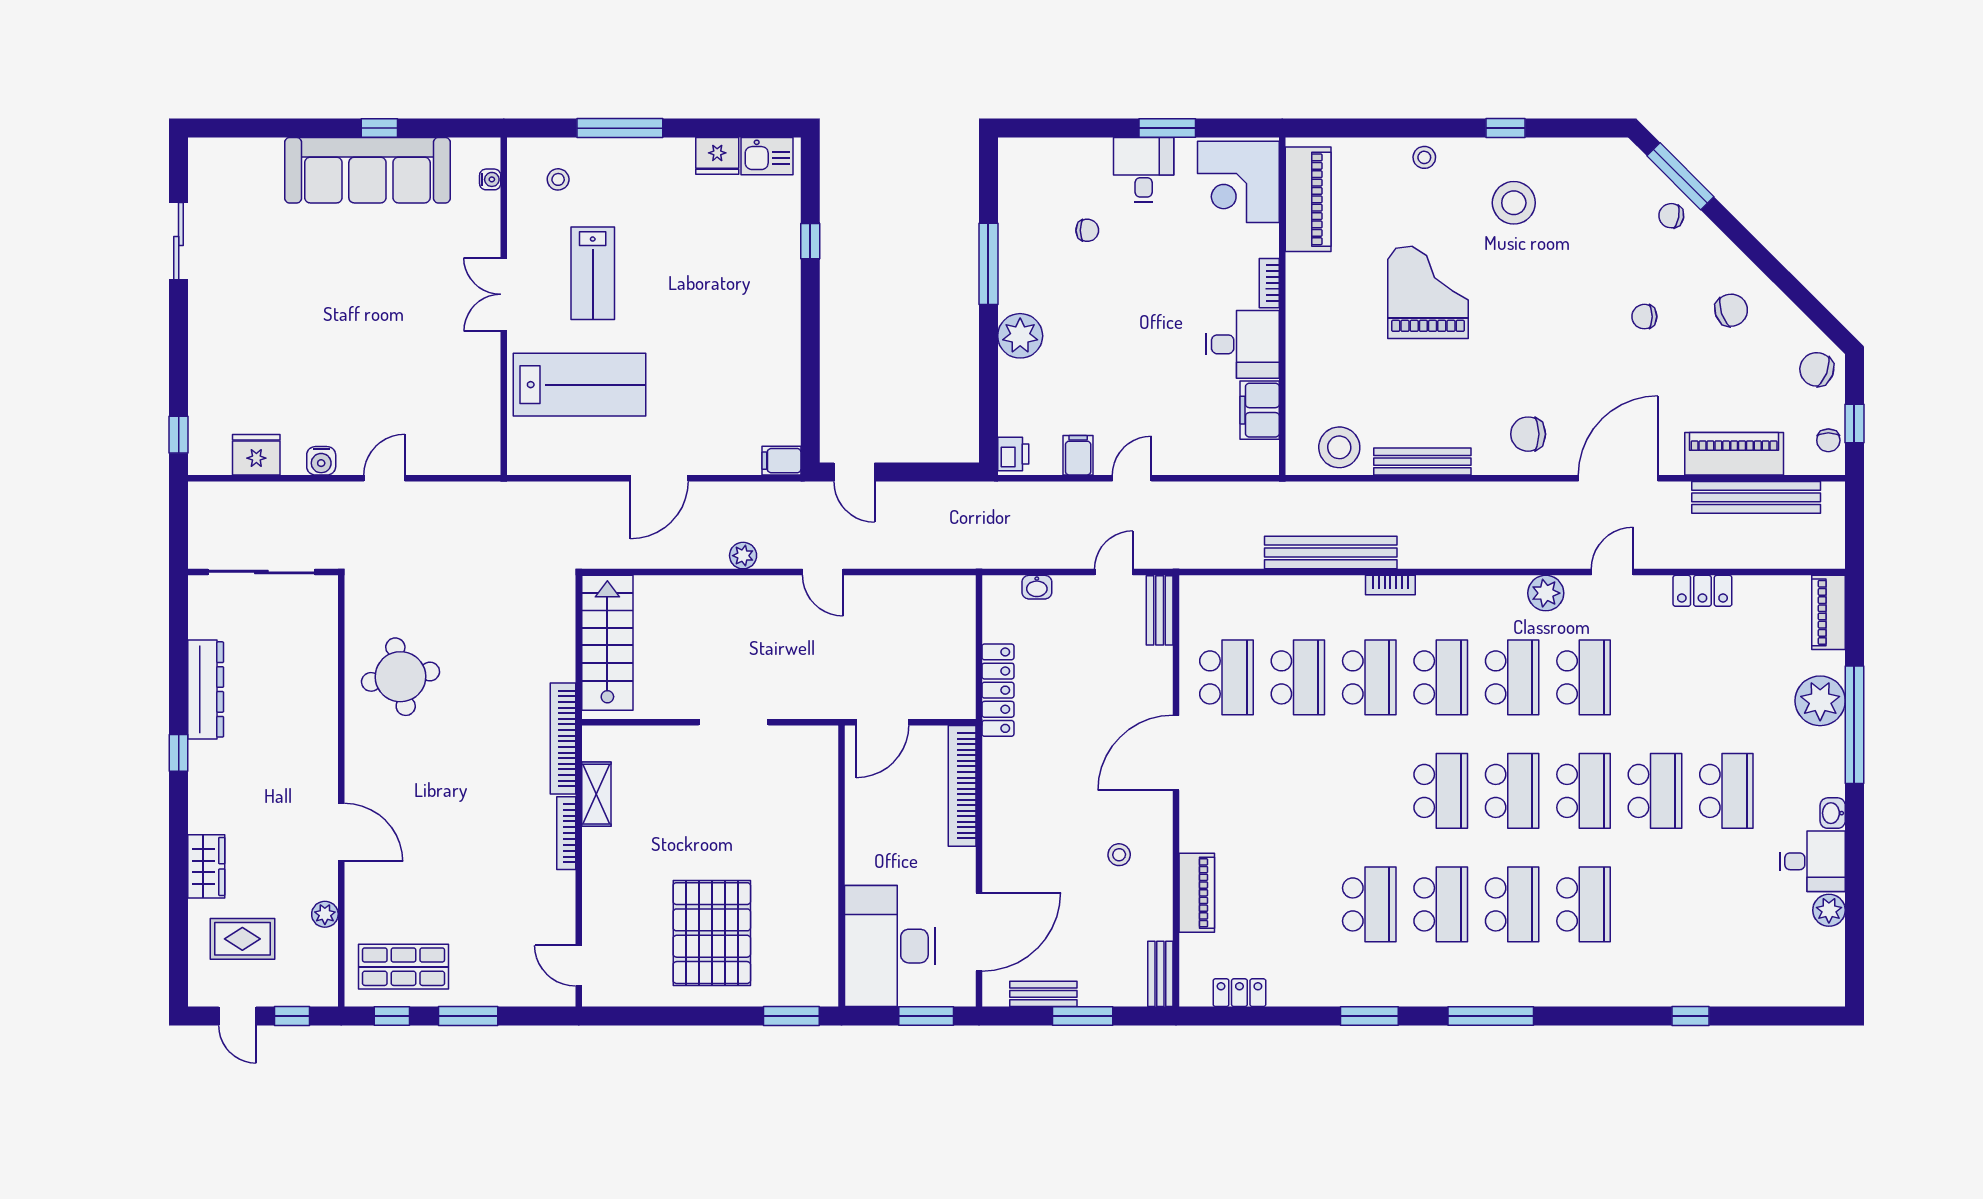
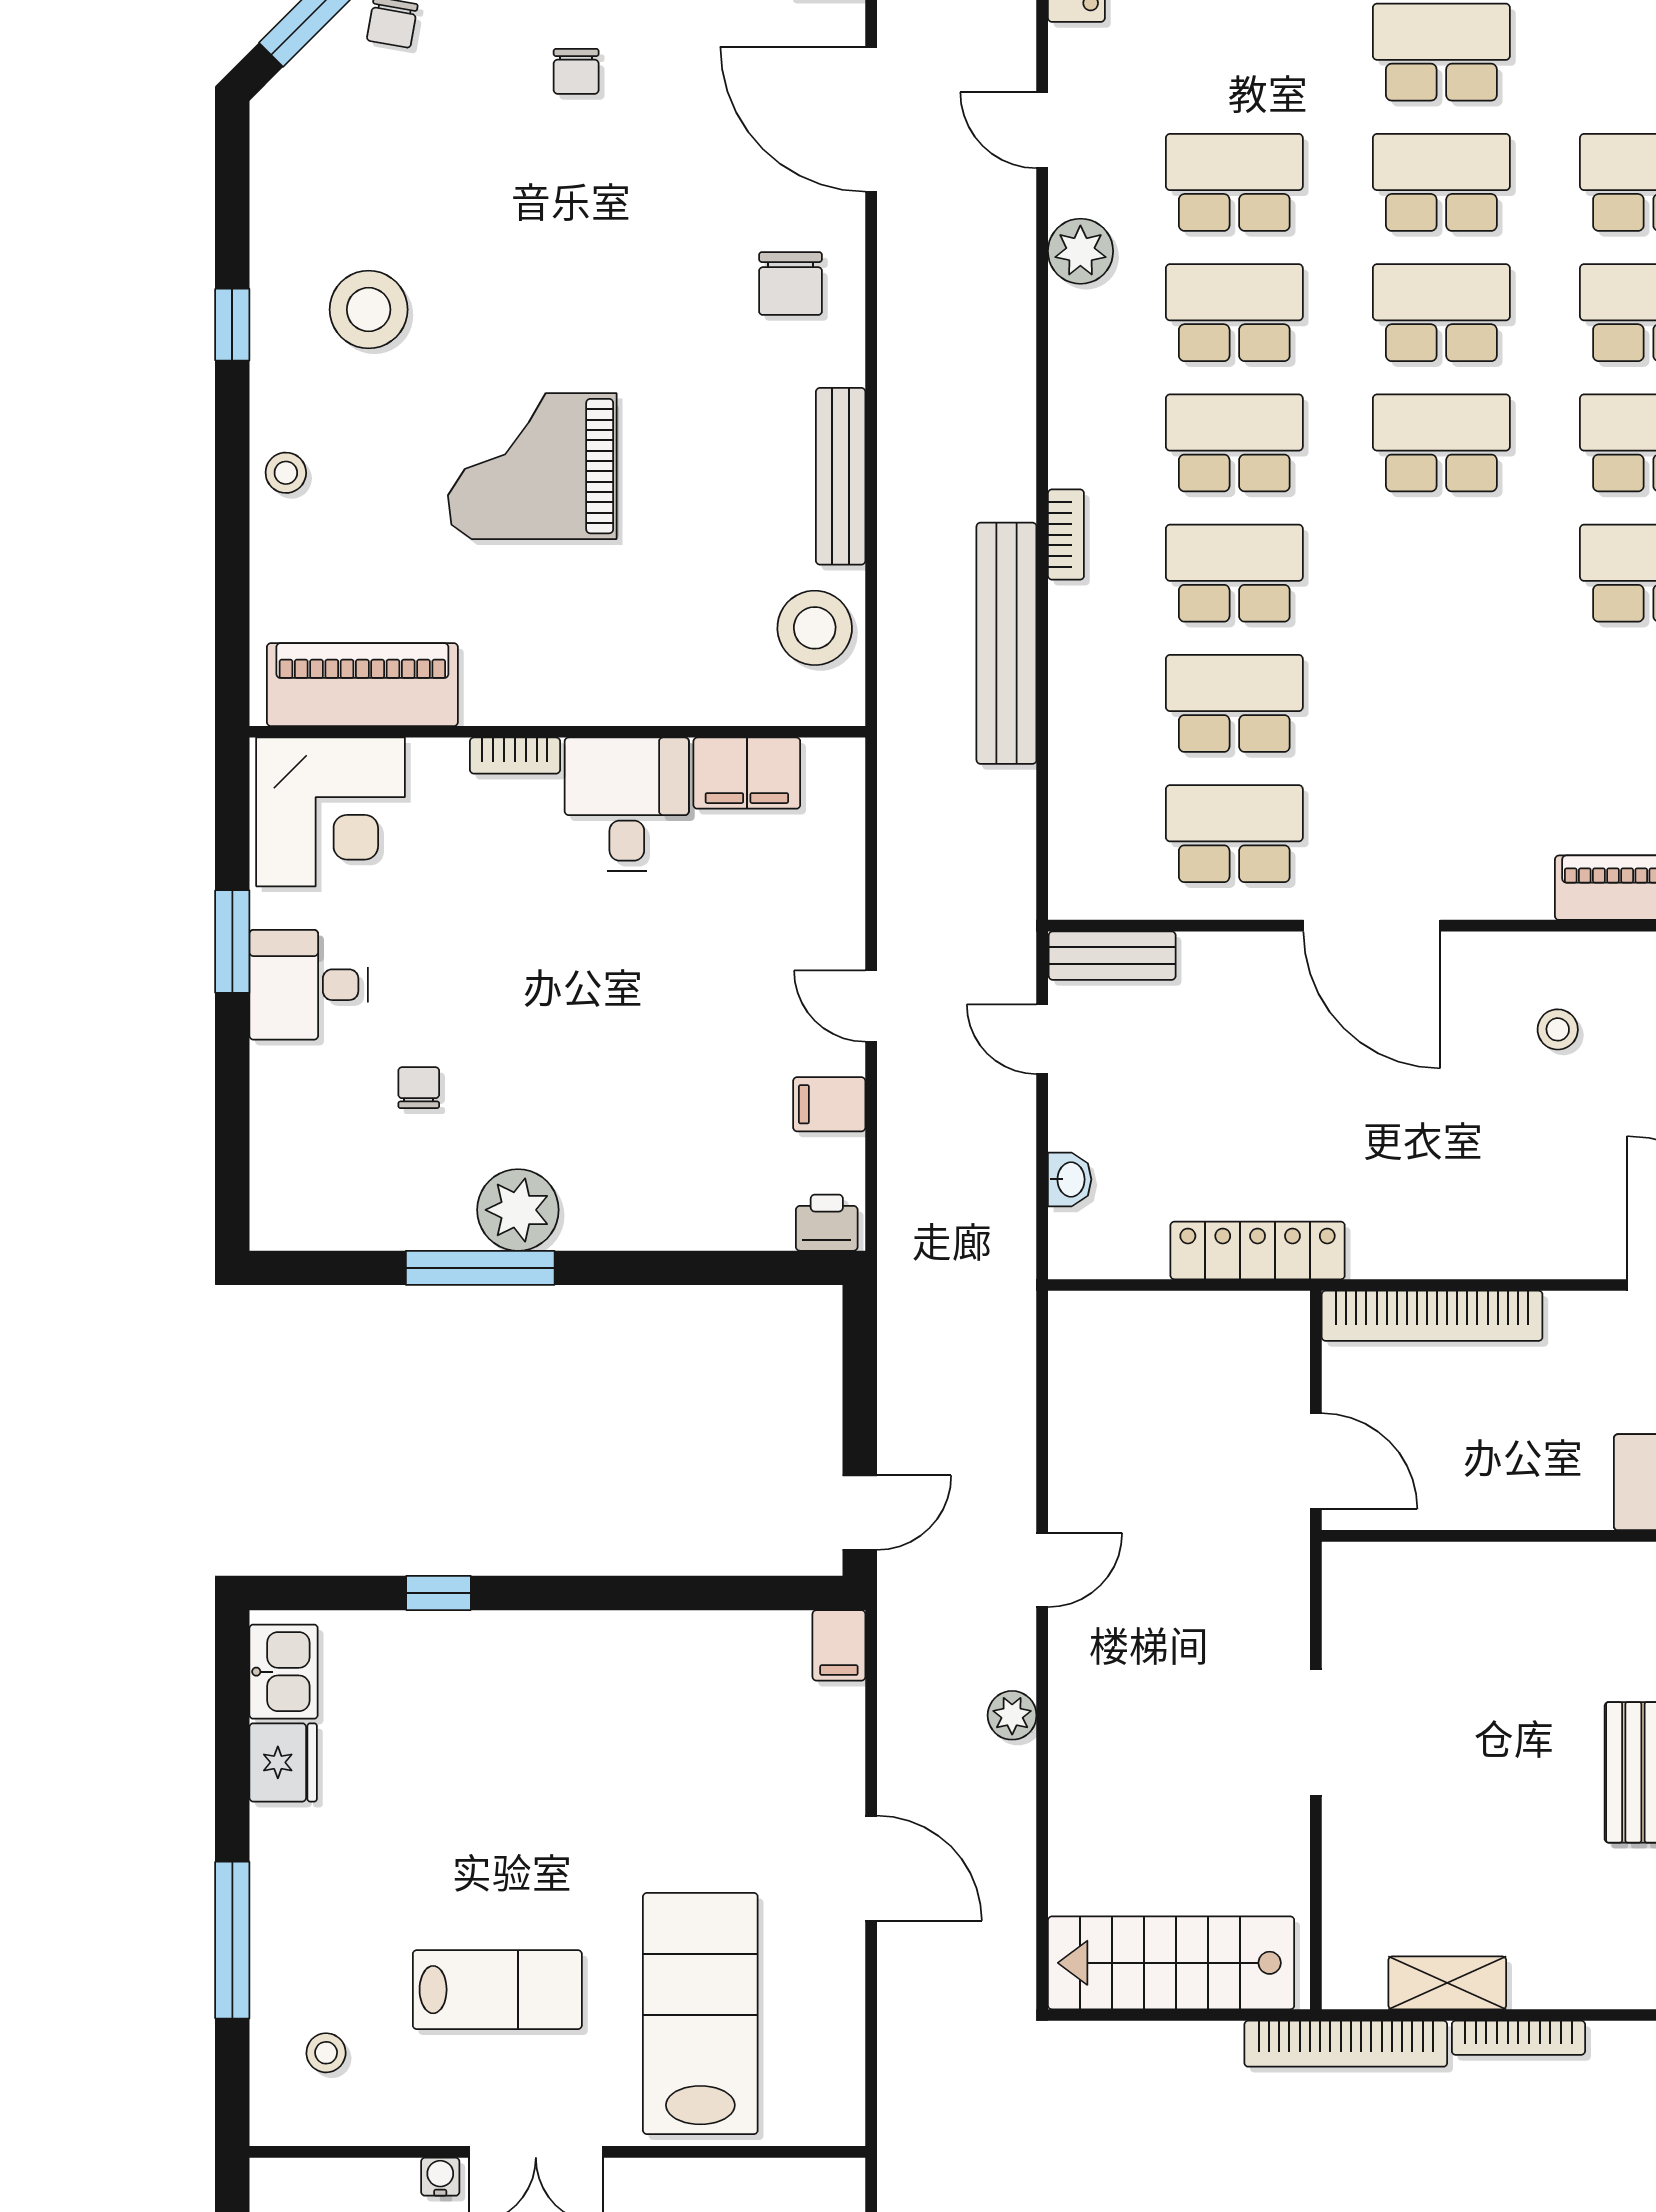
water cooler: (490, 179) -> (440, 2177), moved
plant: (1020, 336) -> (518, 1210), moved

